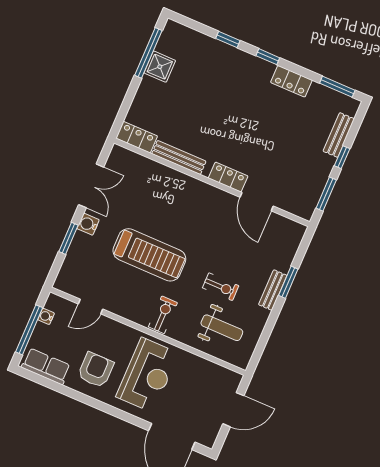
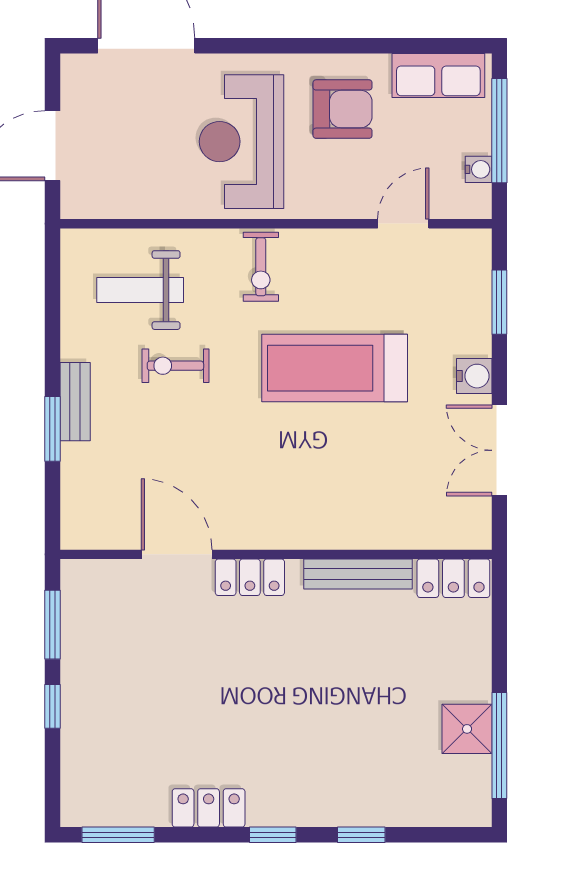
bench: (339, 135) -> (77, 745), removed
window: (69, 238) -> (499, 302), moved
armchair: (96, 370) -> (343, 109), turned -90

